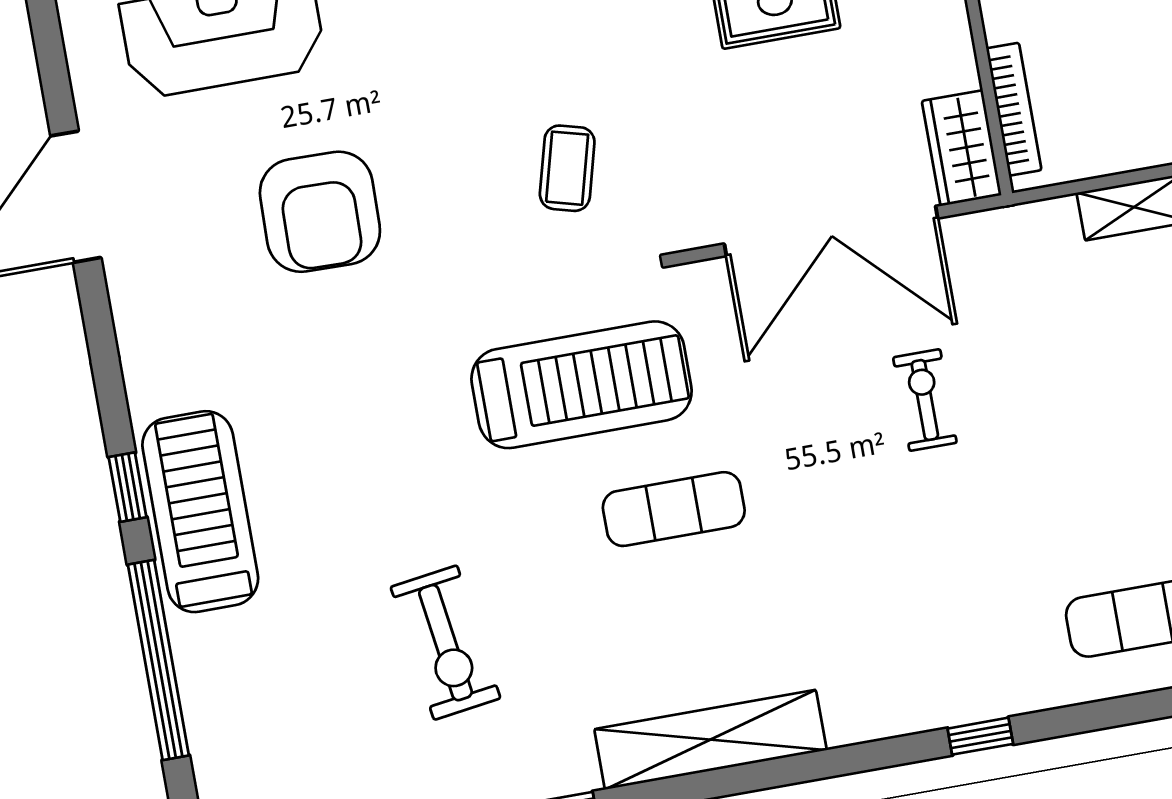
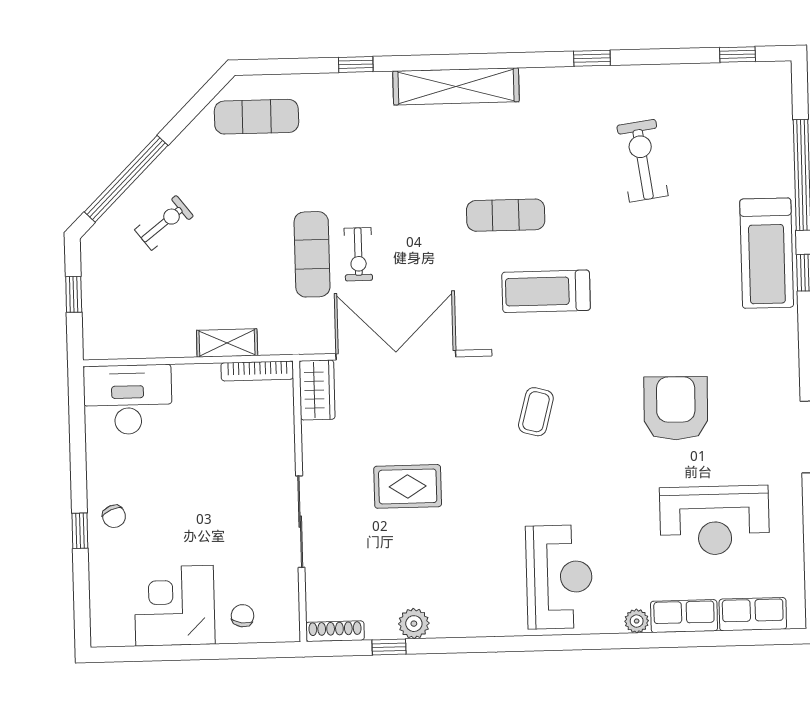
bookcase: (1014, 109) -> (257, 371), moved, turned -90
treadmill: (582, 385) -> (546, 291), width x0.73, depth x0.73
exercise mat: (1007, 387) -> (312, 254), added
shelving: (710, 740) -> (456, 86), moved

